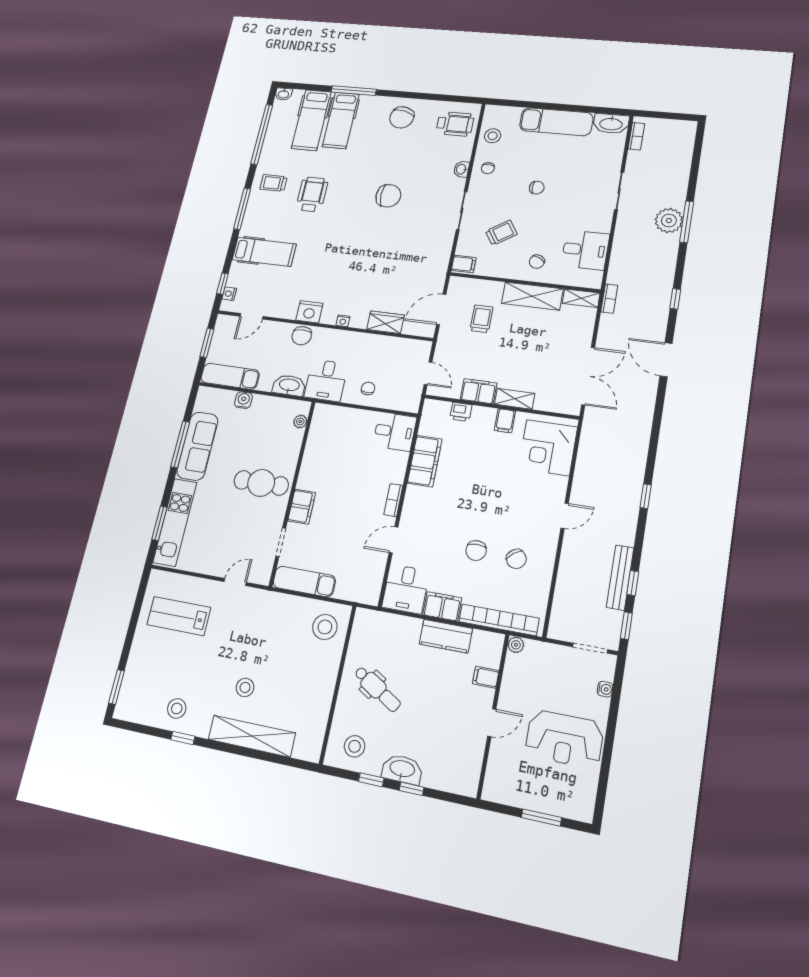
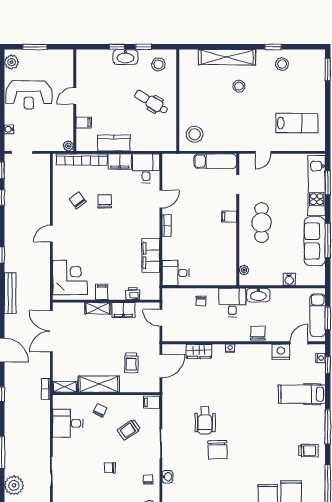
wheelchair: (312, 194) -> (205, 420), moved
chair: (388, 196) -> (218, 450), turned -91
plant: (669, 220) -> (14, 485), moved
nightstand: (309, 312) -> (281, 352), moved
exam couch: (230, 376) -> (318, 315), moved, turned 90
cafe table: (261, 483) -> (262, 223), turned 90
filing cabinet: (302, 507) -> (229, 216), width x0.50
bench: (620, 577) -> (10, 293), moved
reception desk: (564, 739) -> (29, 95), turned 180
plant: (584, 800) -> (12, 62), added

